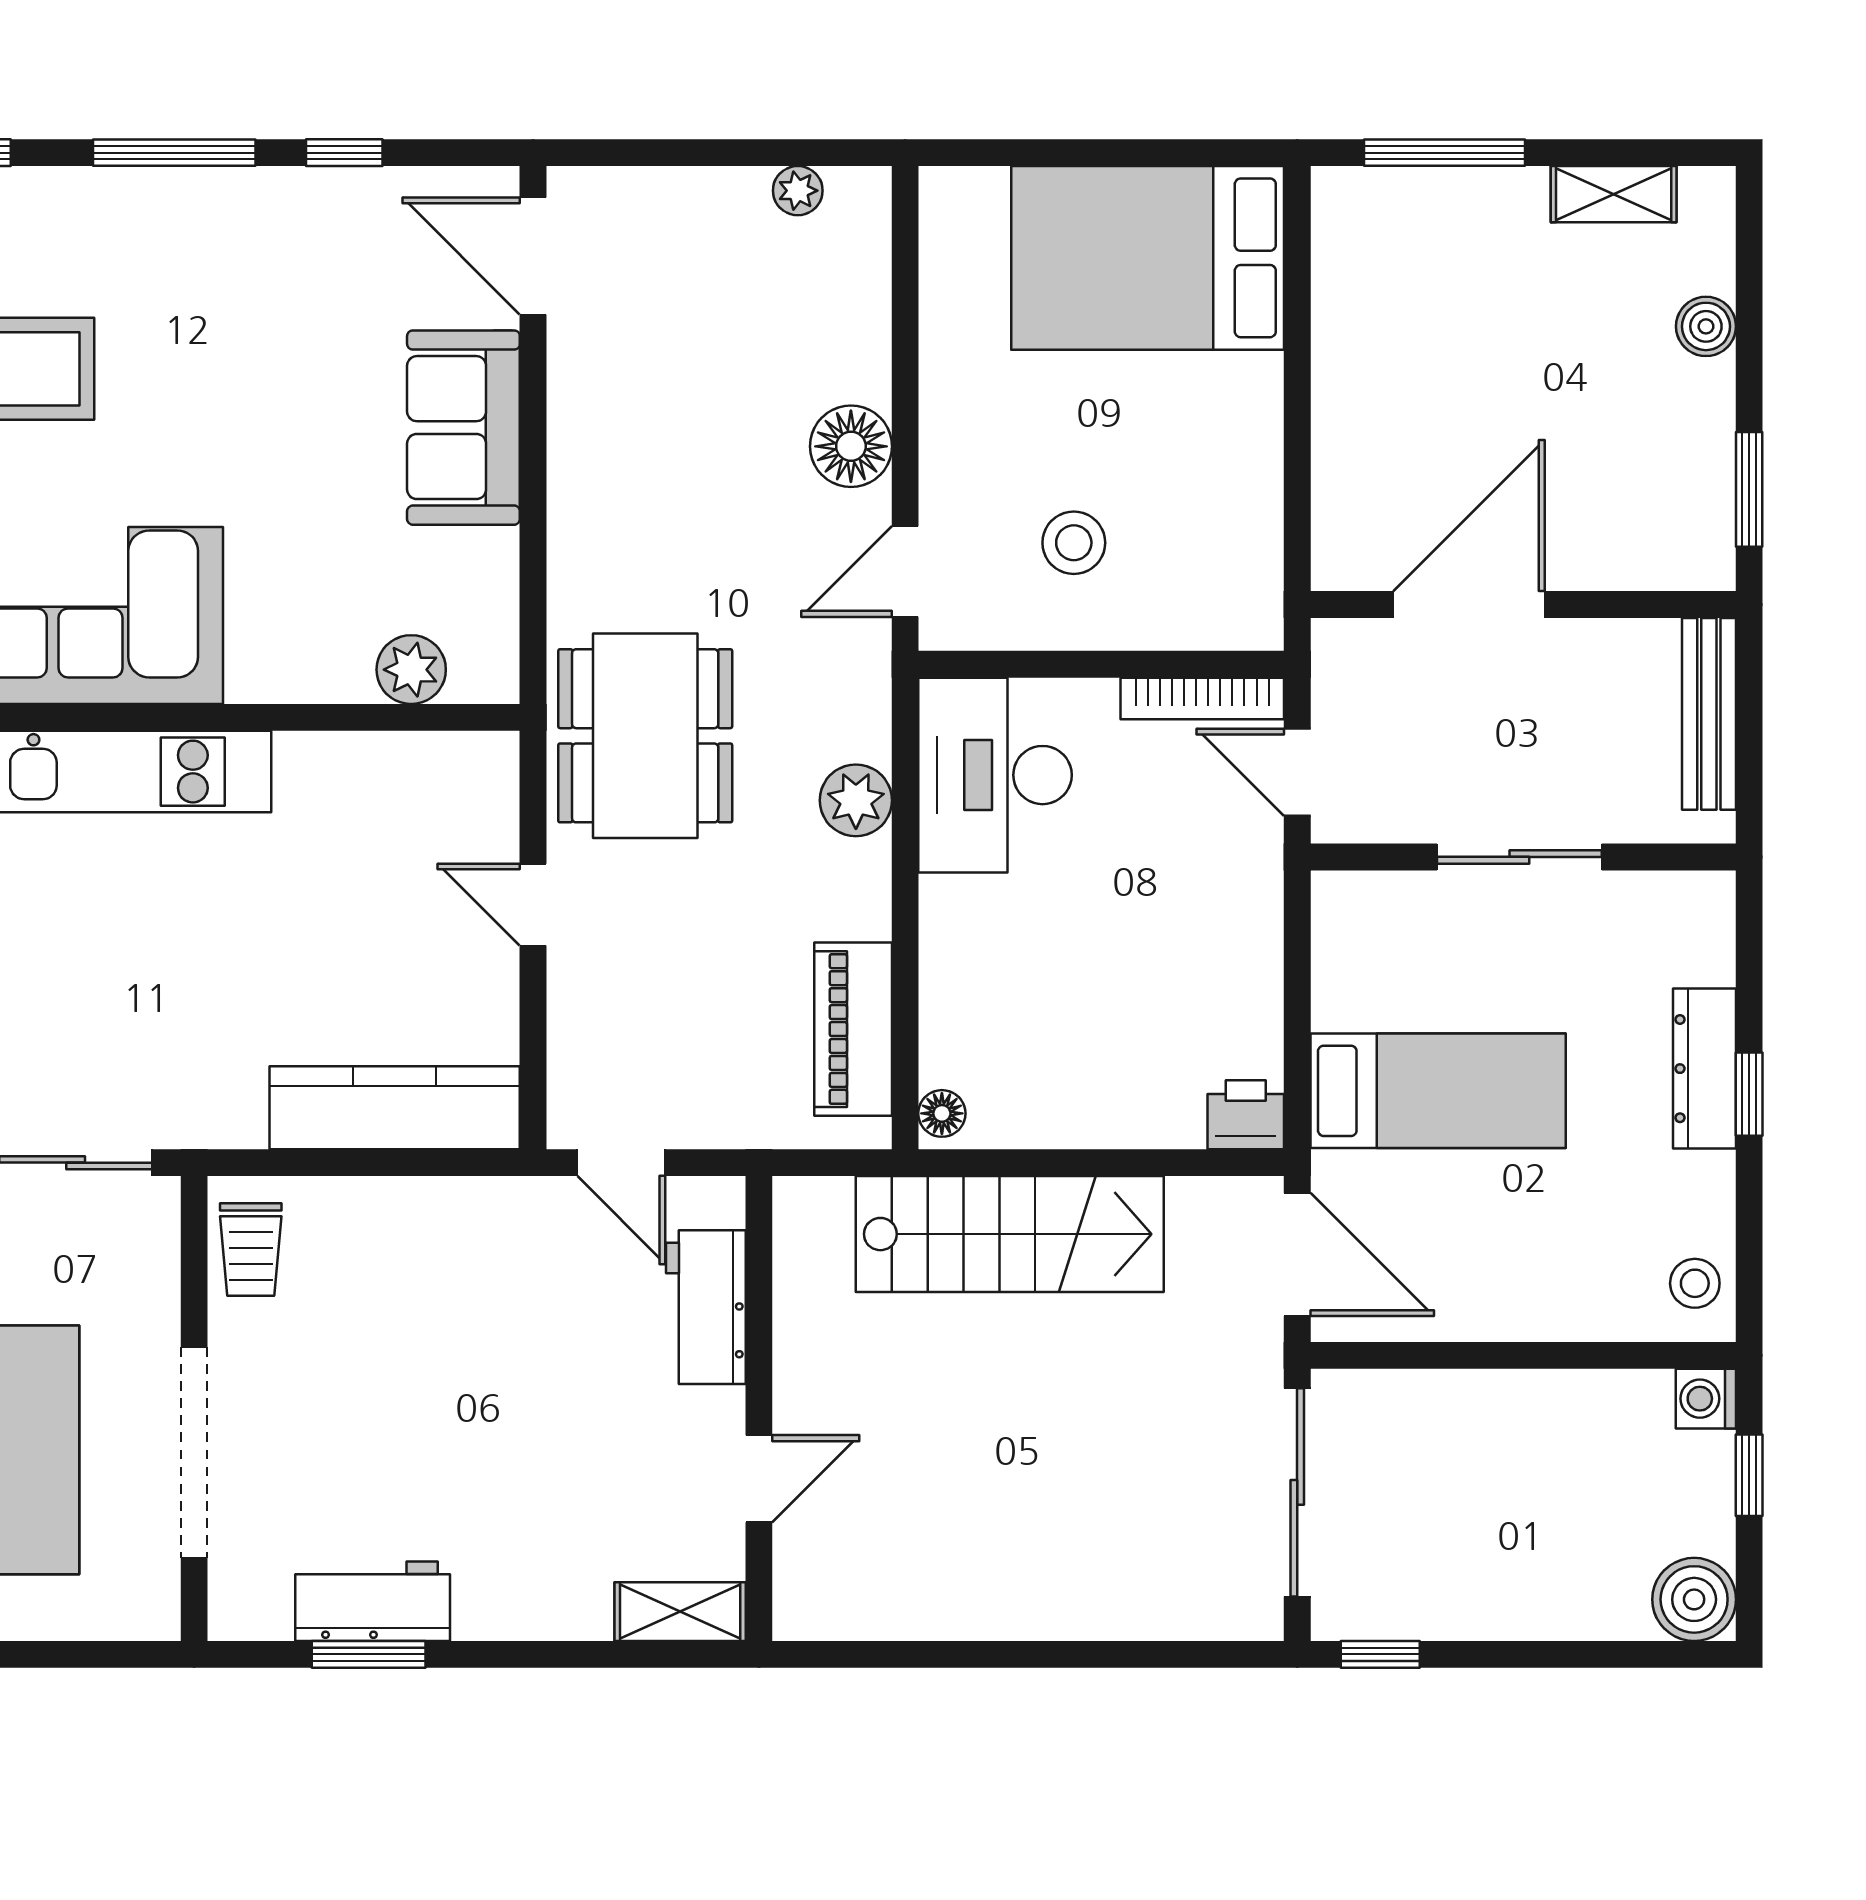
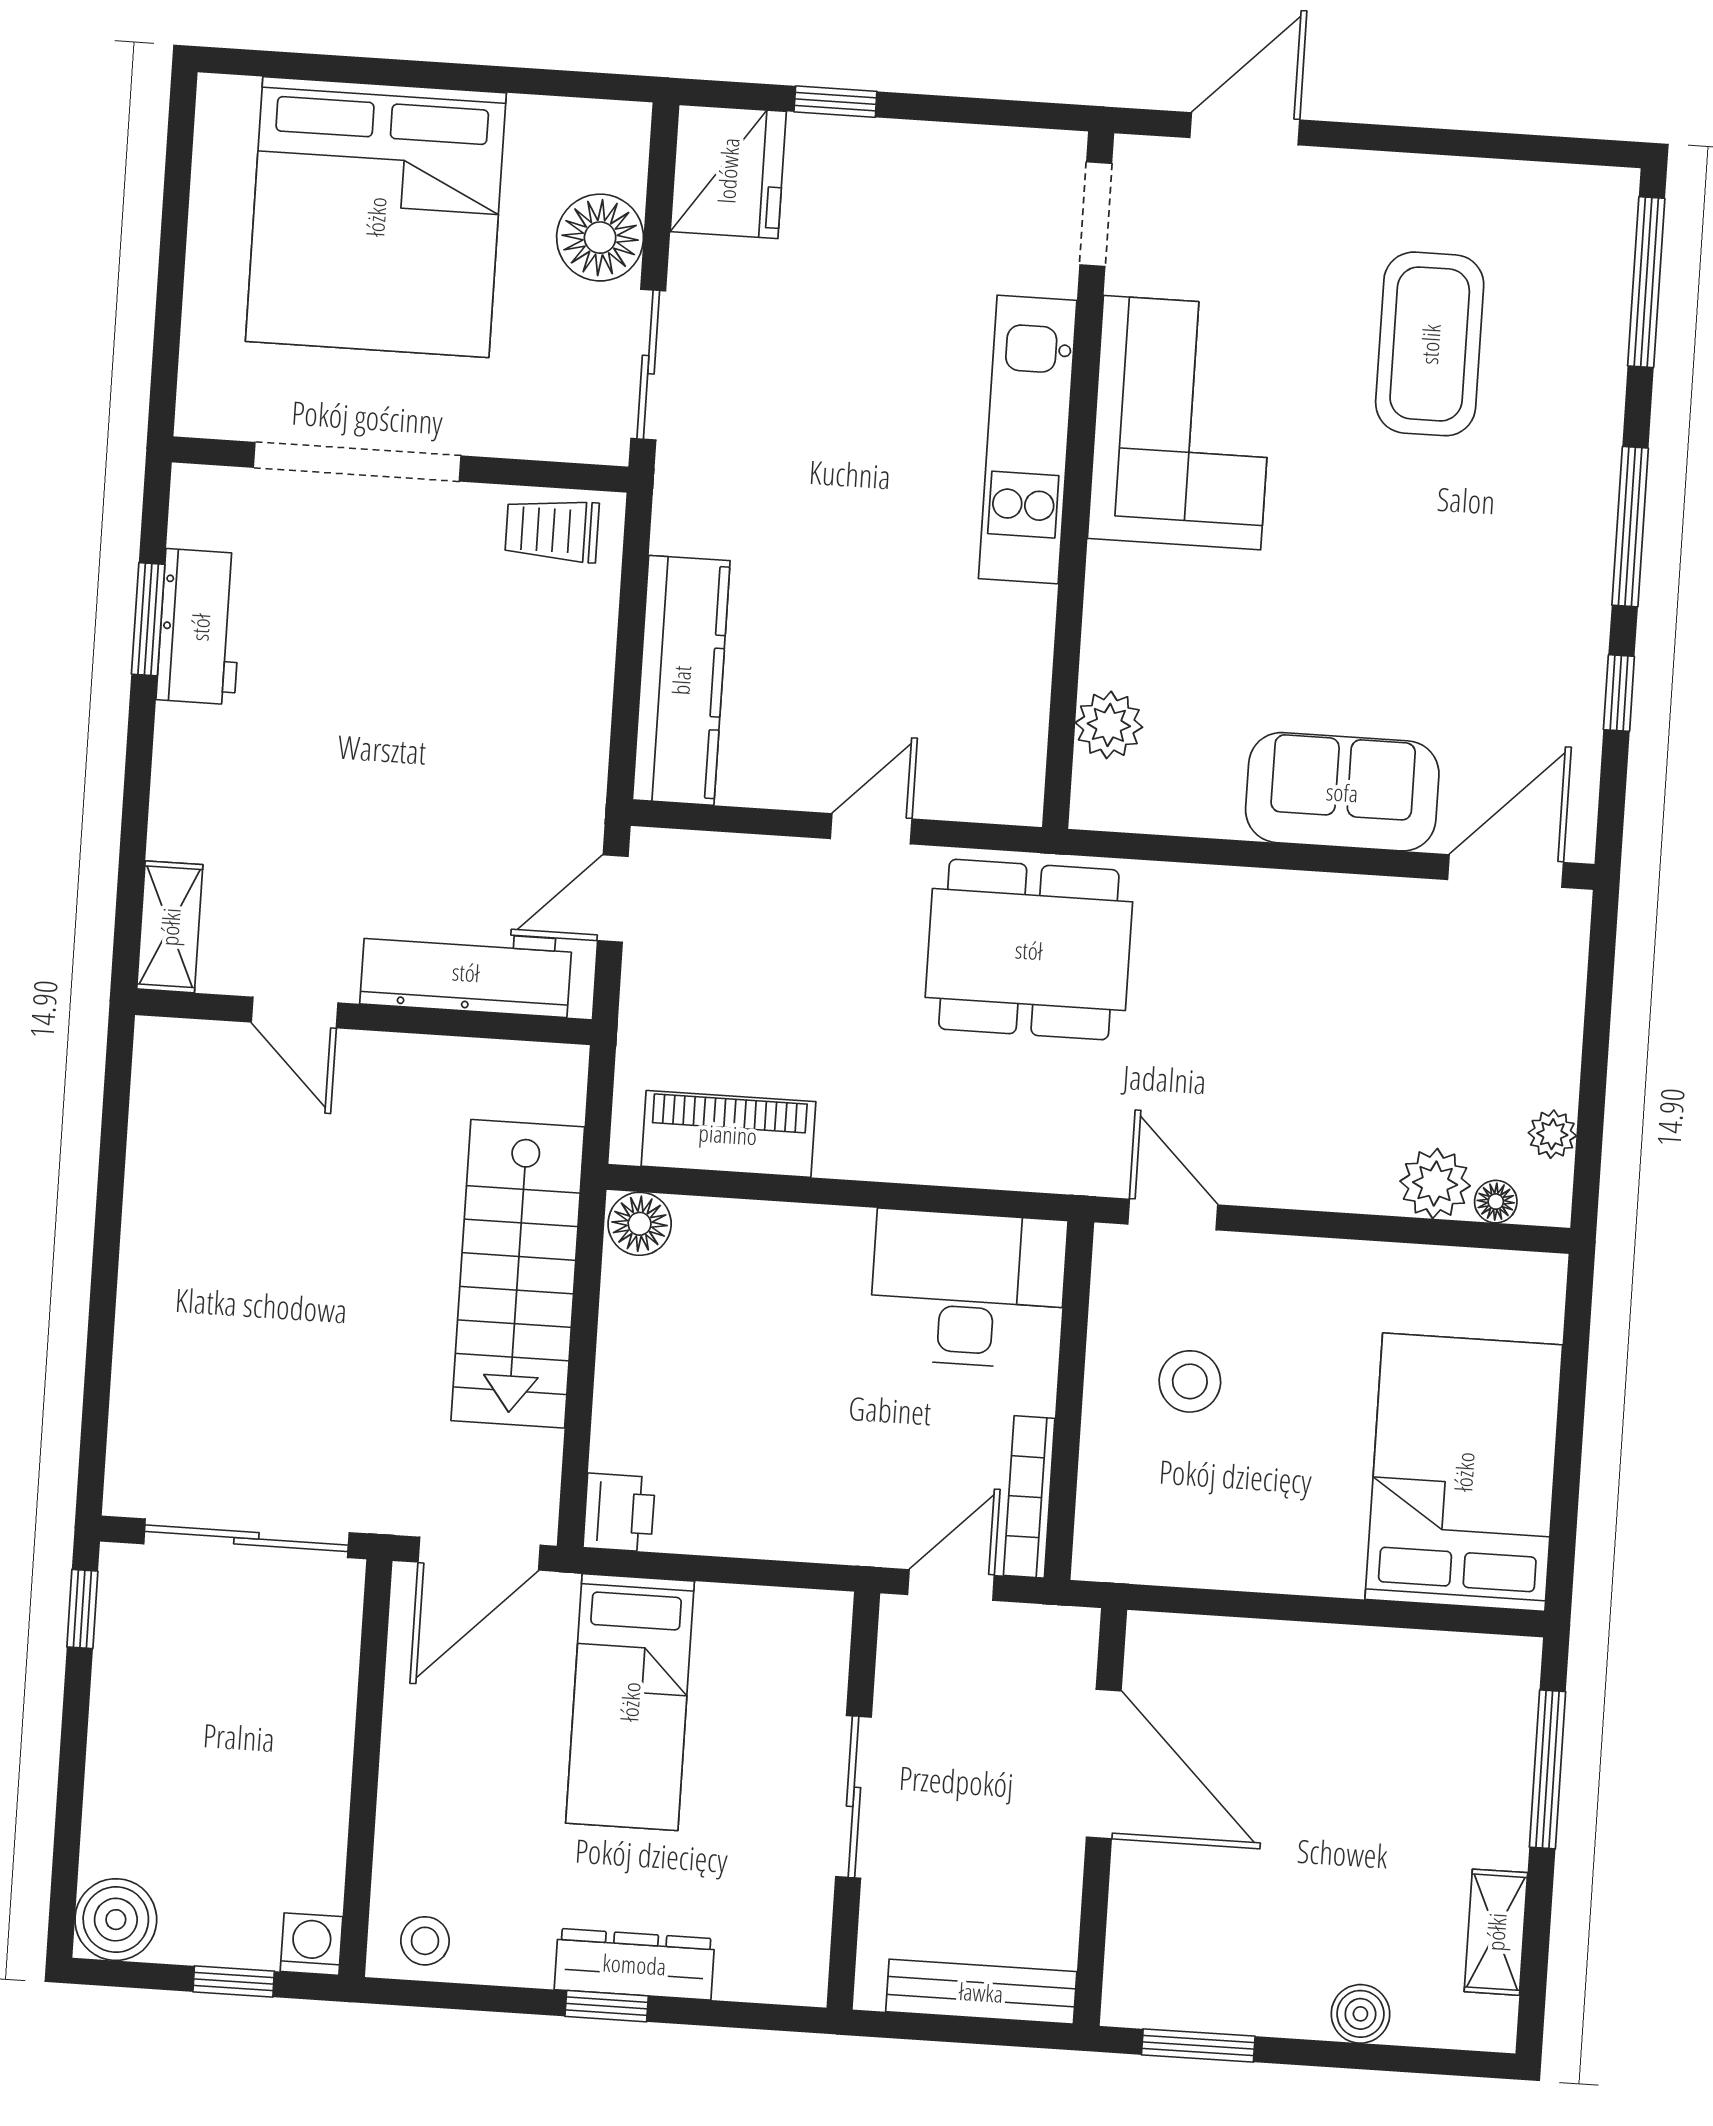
floor lamp: (851, 446) -> (1496, 1202), moved, width x0.53, depth x0.53
plant: (856, 800) -> (1435, 1184), moved
floor lamp: (942, 1113) -> (640, 1224), width x1.37, depth x1.37
workbench: (706, 1307) -> (466, 972), width x1.38

